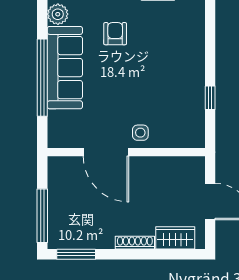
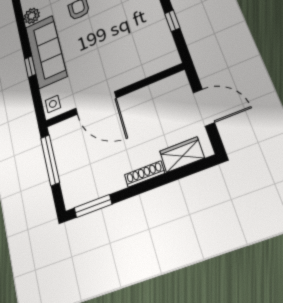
window: (42, 78) -> (30, 67), width x0.32
side table: (140, 133) -> (53, 104), moved
window: (42, 216) -> (50, 160), moved

